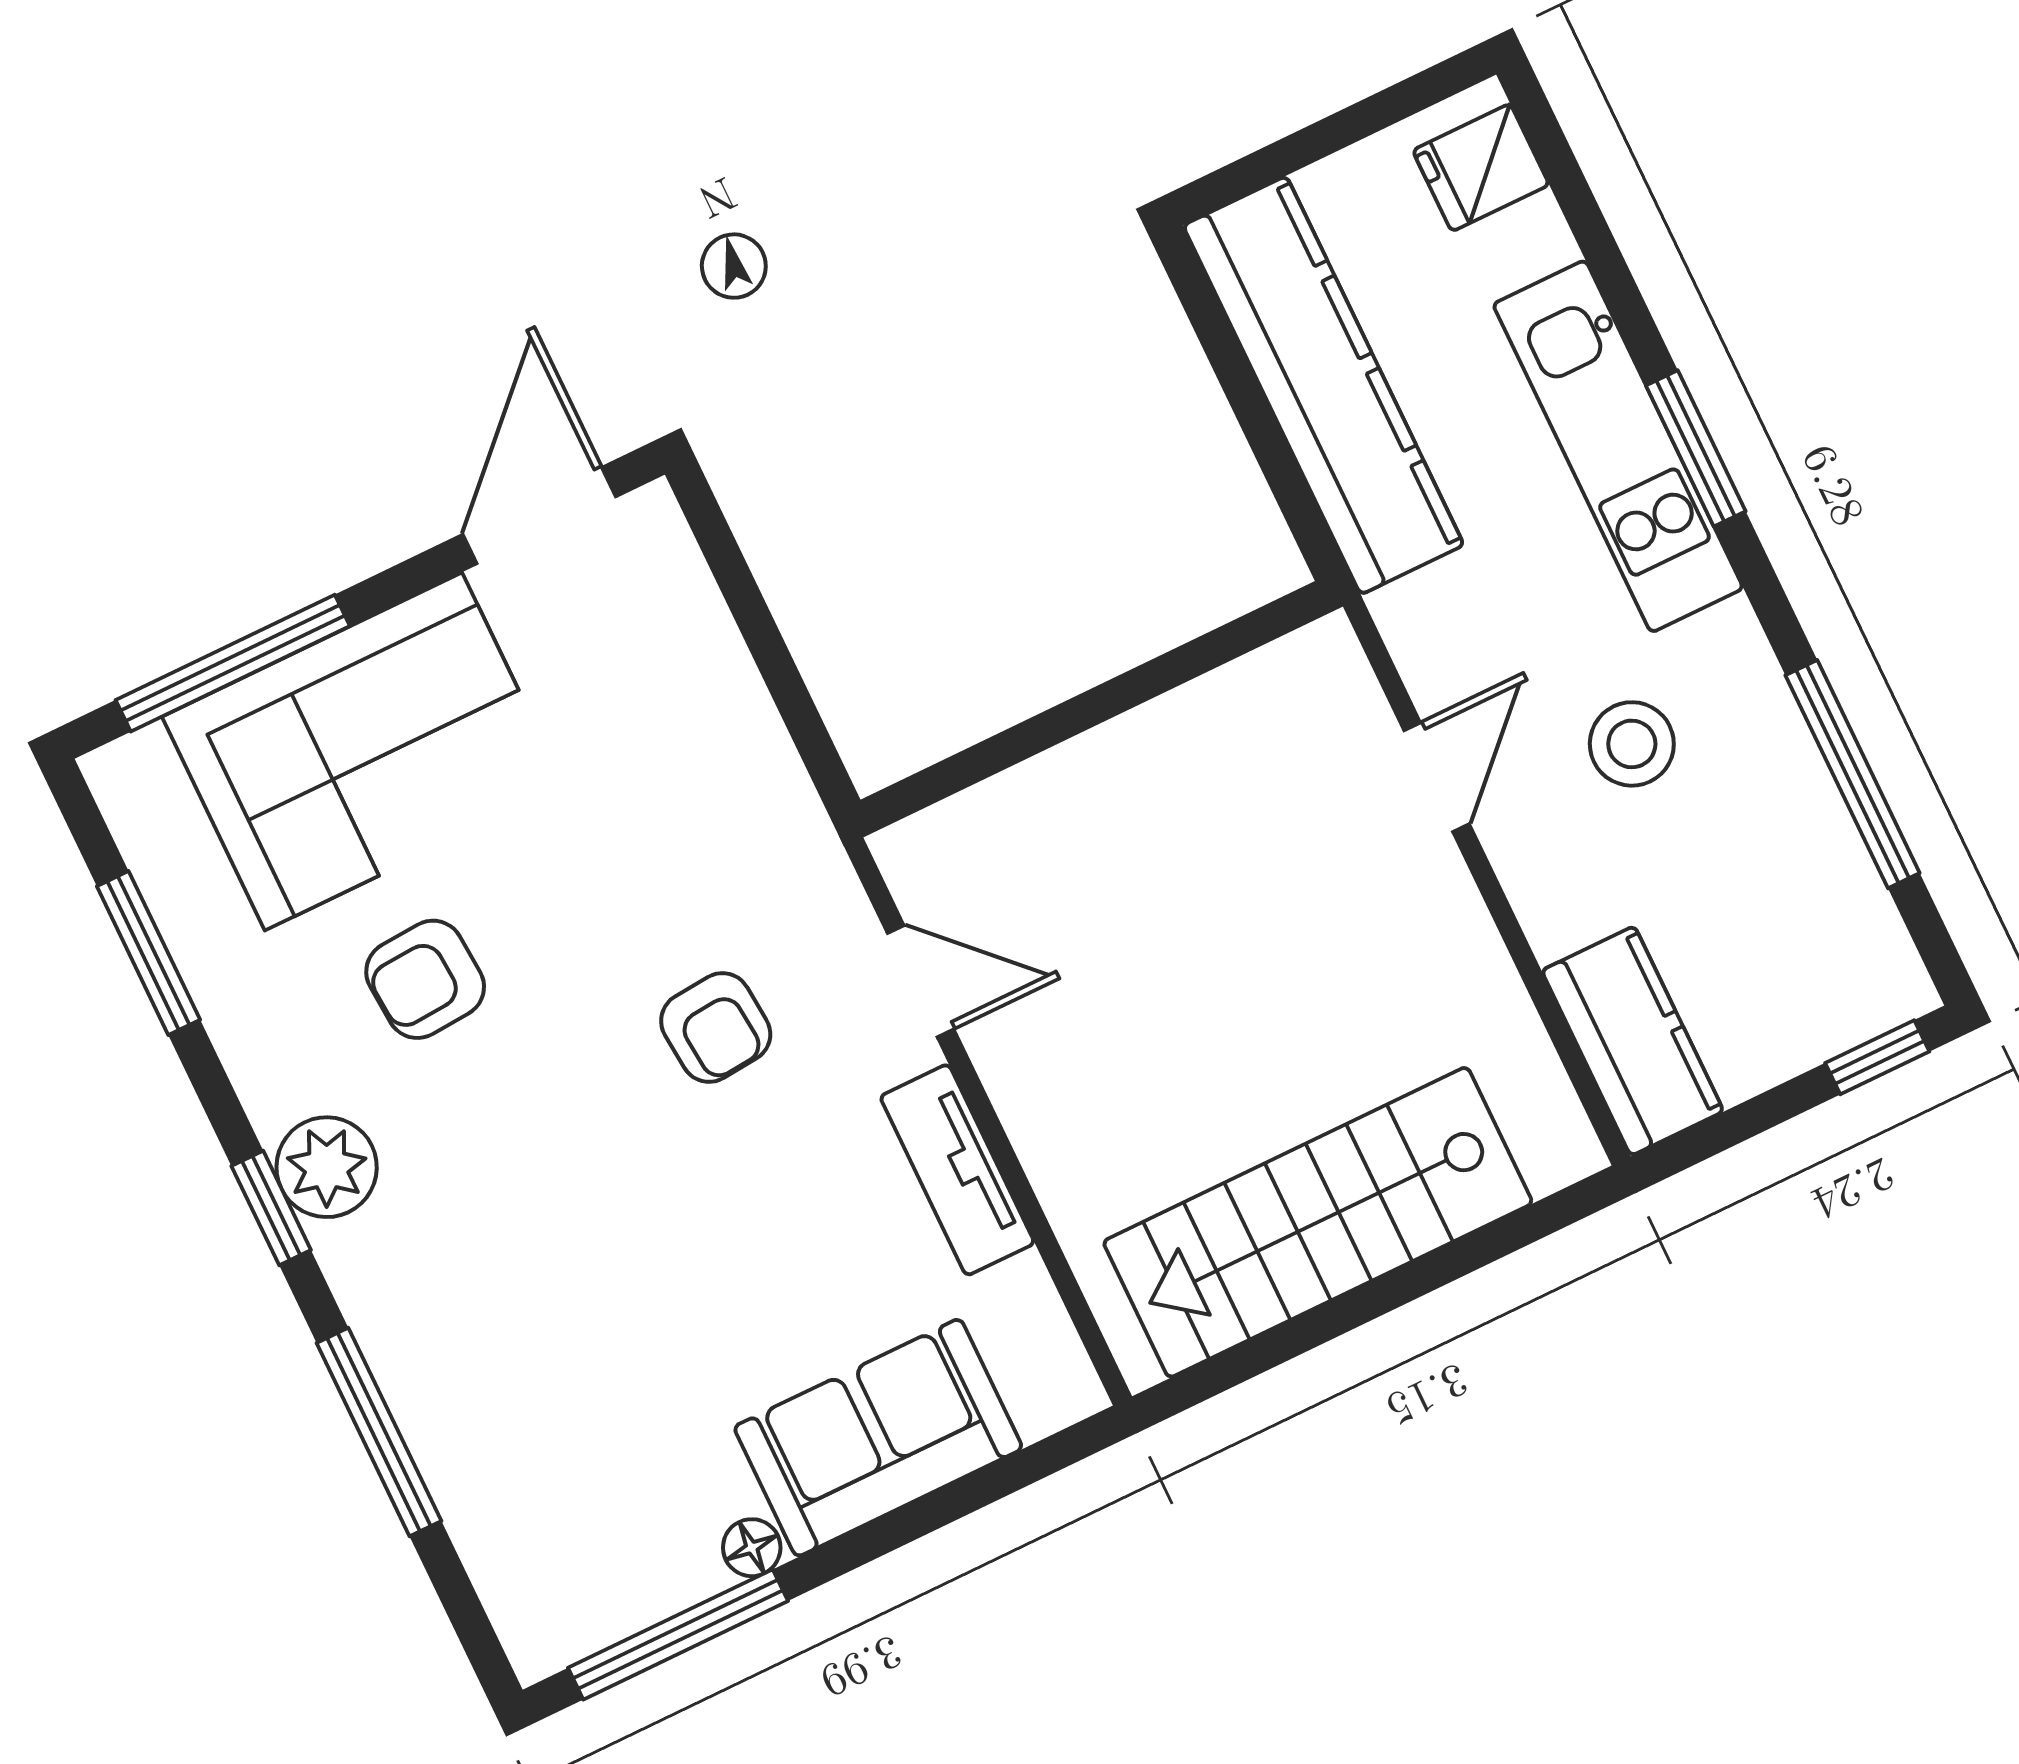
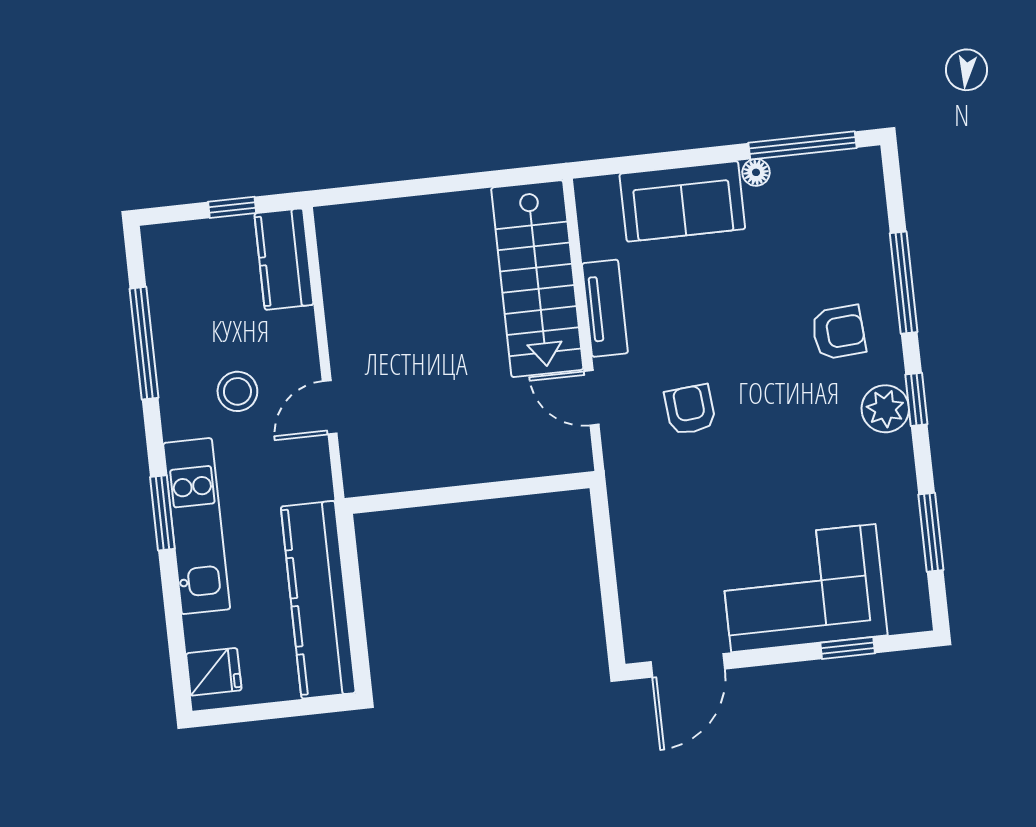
window: (233, 663) -> (848, 648), width x0.46
armchair: (425, 979) -> (839, 332), moved
window: (1877, 1057) -> (232, 207), moved
stairs: (1318, 1222) -> (537, 279), moved, turned 90

